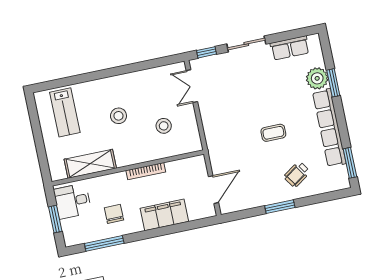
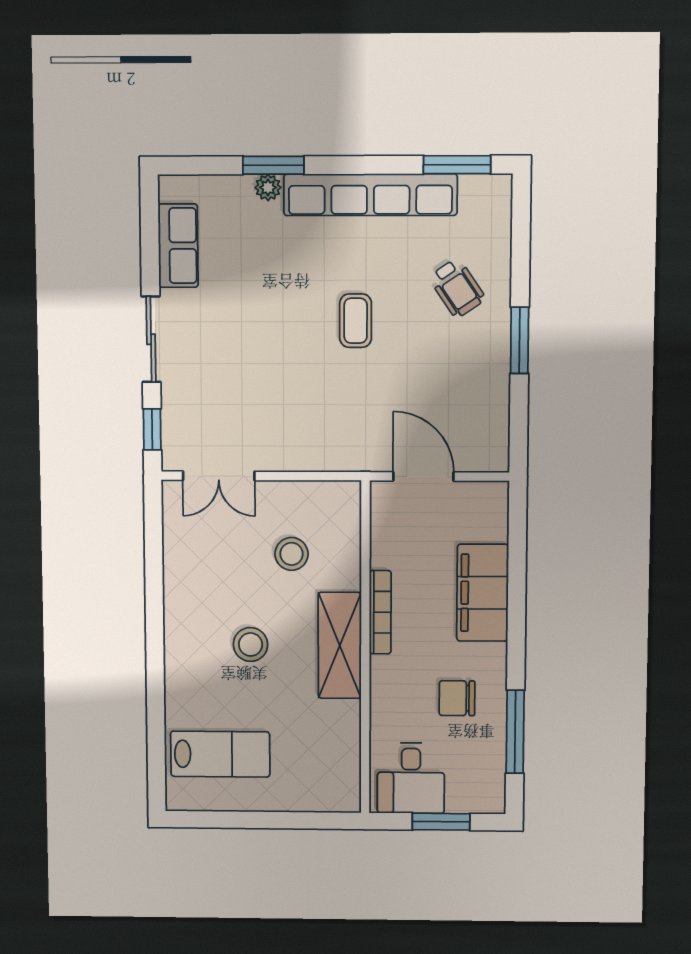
plant: (317, 78) -> (268, 187), width x0.53, depth x0.53
shelving: (90, 164) -> (340, 645), moved
door: (213, 190) -> (423, 476), moved

